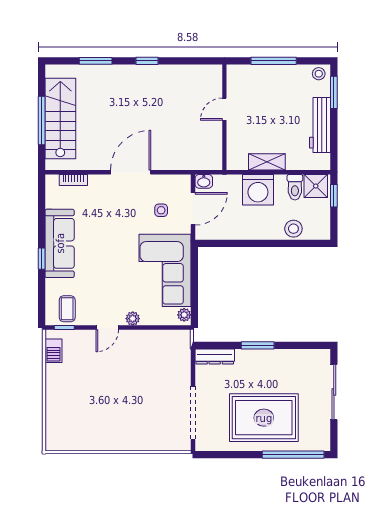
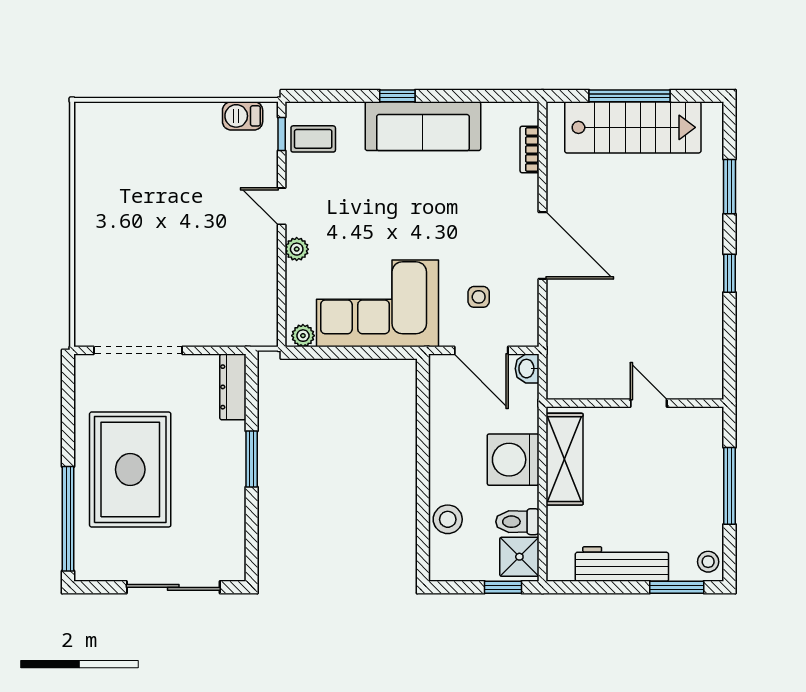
shelving: (267, 162) -> (564, 459), width x1.50, depth x1.33

